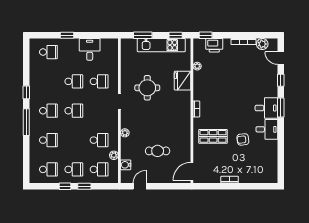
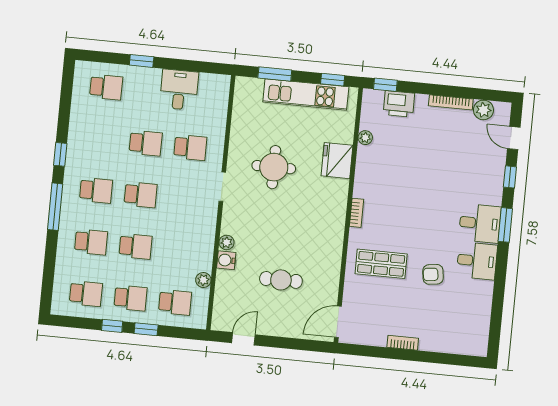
school desk: (99, 140) -> (136, 246), moved
water cooler: (126, 165) -> (226, 260), moved

